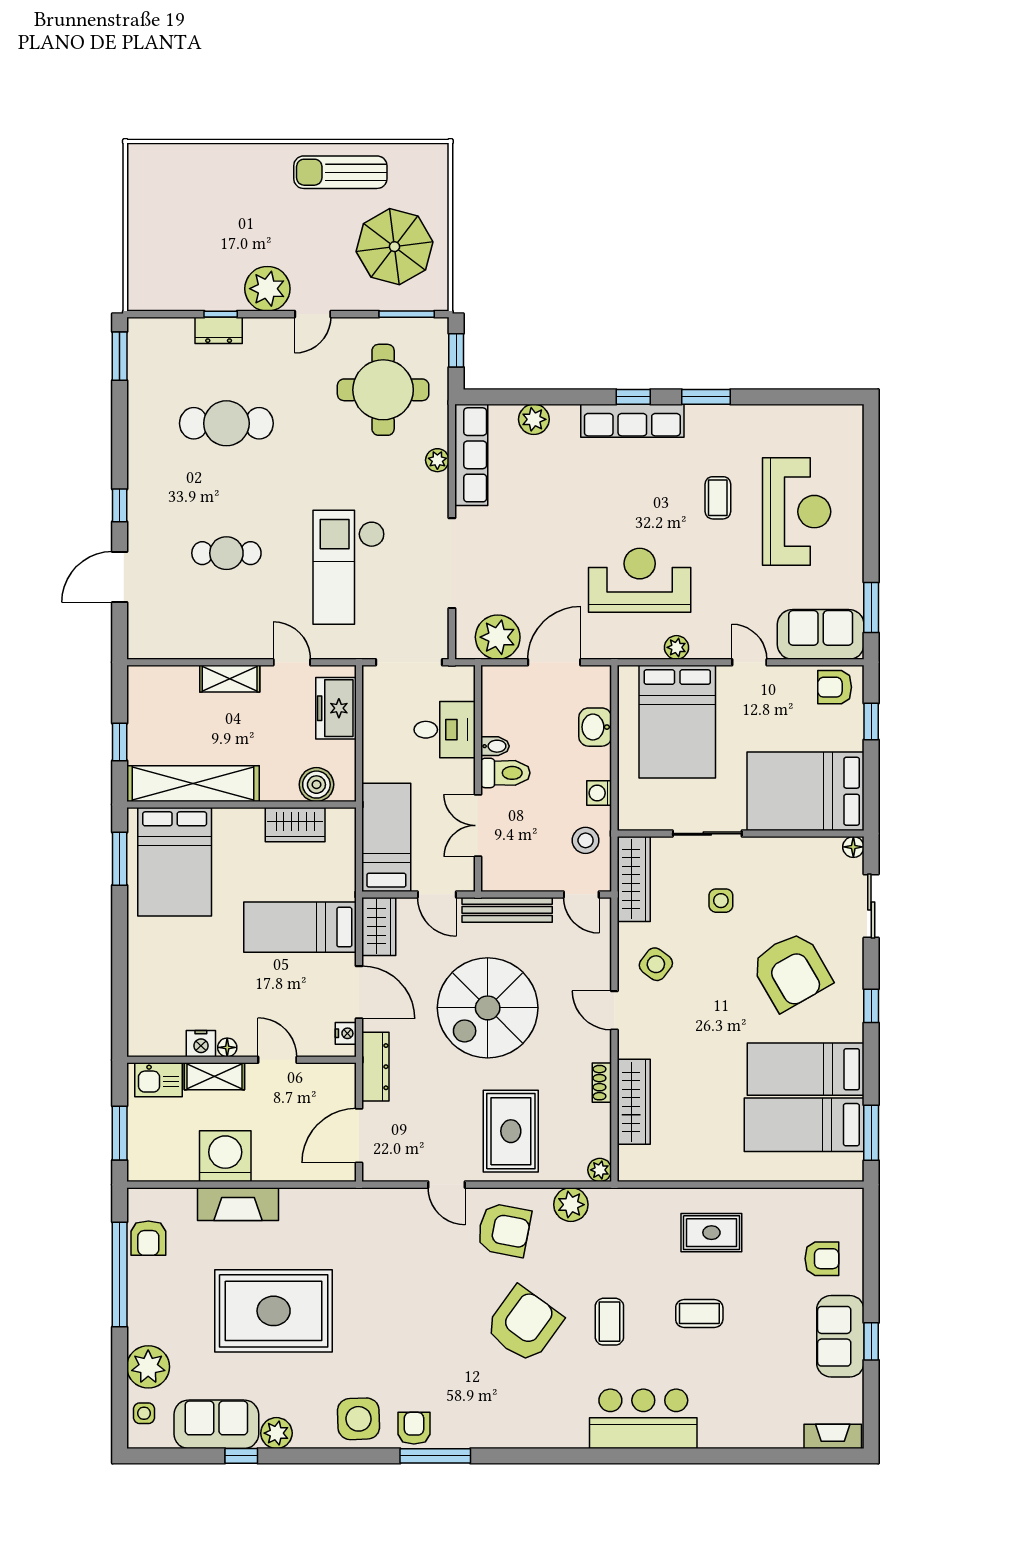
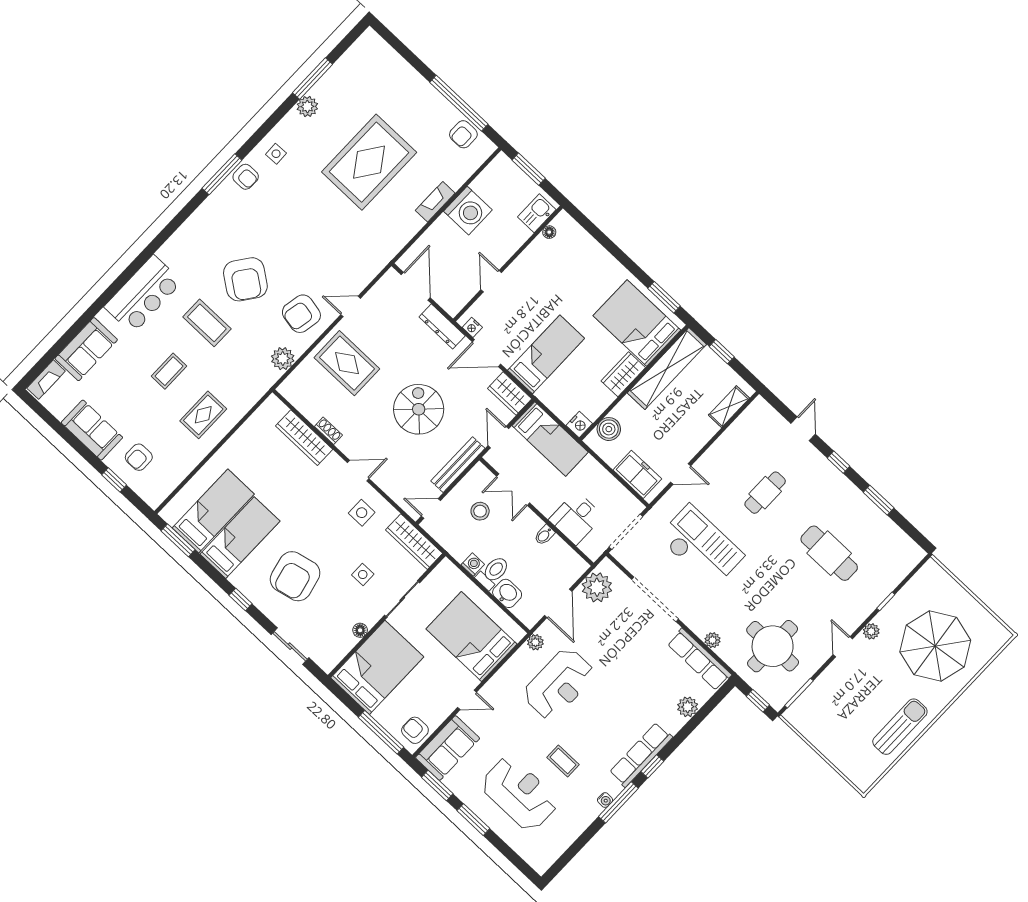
parasol: (394, 247) -> (935, 646), moved, width x1.36, depth x1.36
plant: (267, 289) -> (871, 631), width x0.53, depth x0.53
dresser: (219, 330) -> (879, 593), removed
window: (120, 356) -> (879, 500), moved
window: (706, 397) -> (618, 802), width x1.44
water cooler: (717, 413) -> (605, 800), added
cafe table: (226, 423) -> (829, 553), turned 90
reception desk: (797, 512) -> (519, 793), turned 180
window: (871, 534) -> (473, 820), added
door: (120, 577) -> (803, 429), width x0.73
plant: (677, 647) -> (535, 642), moved
shelving: (230, 679) -> (729, 407), moved
armchair: (835, 687) -> (415, 730), turned -90
window: (871, 722) -> (381, 732), width x2.17
toilet: (505, 773) -> (493, 572), moved, turned 180
wardrobe: (295, 825) -> (623, 374), moved
double door: (478, 826) -> (513, 490), swing flipped
stool: (586, 840) -> (480, 511), moved
floor lamp: (853, 847) -> (360, 630), moved
door: (437, 894) -> (498, 437), hinge flipped
side table: (656, 964) -> (362, 513), turned -37
armchair: (791, 971) -> (295, 576), turned -73
spiral stairs: (488, 1008) -> (419, 409), width x0.73, depth x0.73
nightstand: (201, 1044) -> (579, 425), moved, turned 180
floor lamp: (227, 1047) -> (549, 232), moved
door: (277, 1060) -> (491, 281), swing flipped
shelving: (214, 1076) -> (512, 242), removed
plant: (600, 1170) -> (286, 389), removed
fireplace: (238, 1204) -> (435, 202), width x0.73, depth x0.76
armchair: (148, 1238) -> (463, 134), turned -90
coffee table: (609, 1322) -> (207, 323), width x1.36, depth x1.30
window: (871, 1341) -> (114, 480), moved
plant: (148, 1367) -> (400, 74), removed
side table: (144, 1413) -> (379, 50), removed
side table: (359, 1419) -> (276, 154), width x0.54, depth x0.54
sofa: (216, 1424) -> (86, 349), moved
window: (241, 1456) -> (313, 79), width x2.17

